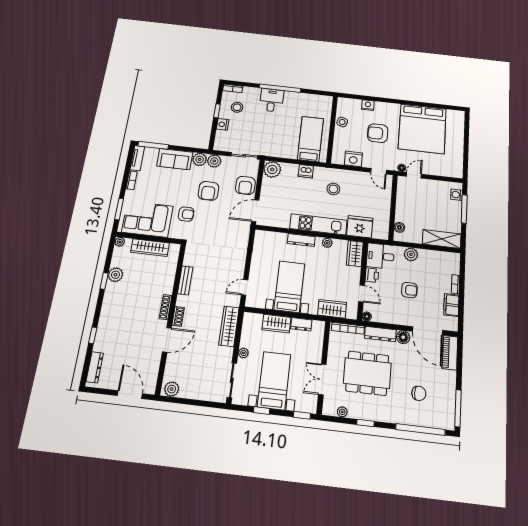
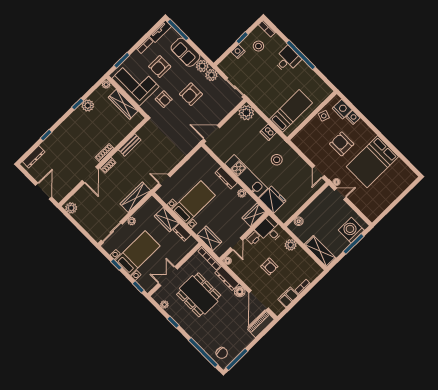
bed: (422, 129) -> (372, 162), width x0.73
nightstand: (353, 159) -> (342, 109), moved, turned 180
armchair: (245, 185) -> (160, 67), moved
washing machine: (457, 195) -> (351, 230), width x1.89, depth x1.89
door: (167, 340) -> (90, 175), hinge flipped
chair: (419, 393) -> (222, 353), moved

